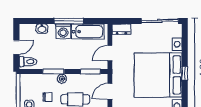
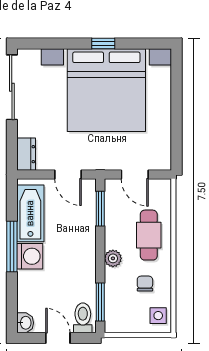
washbasin: (42, 29) -> (25, 323), moved
window: (54, 72) -> (100, 302), moved

